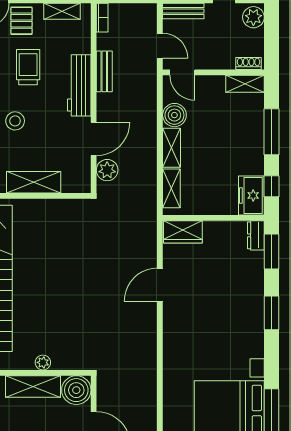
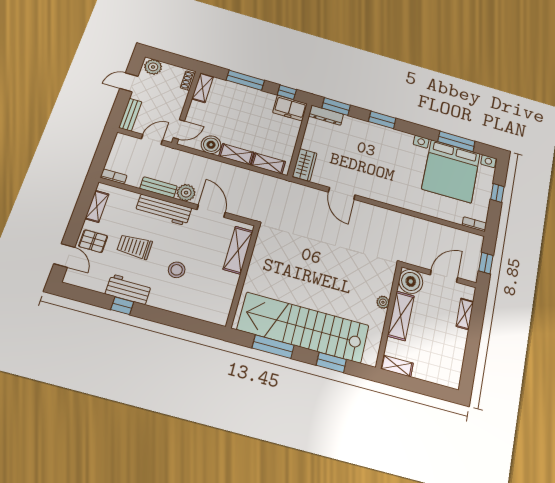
plant: (107, 170) -> (186, 193), moved
shelving: (34, 182) -> (238, 250), moved
dresser: (256, 235) -> (326, 115), width x1.44

